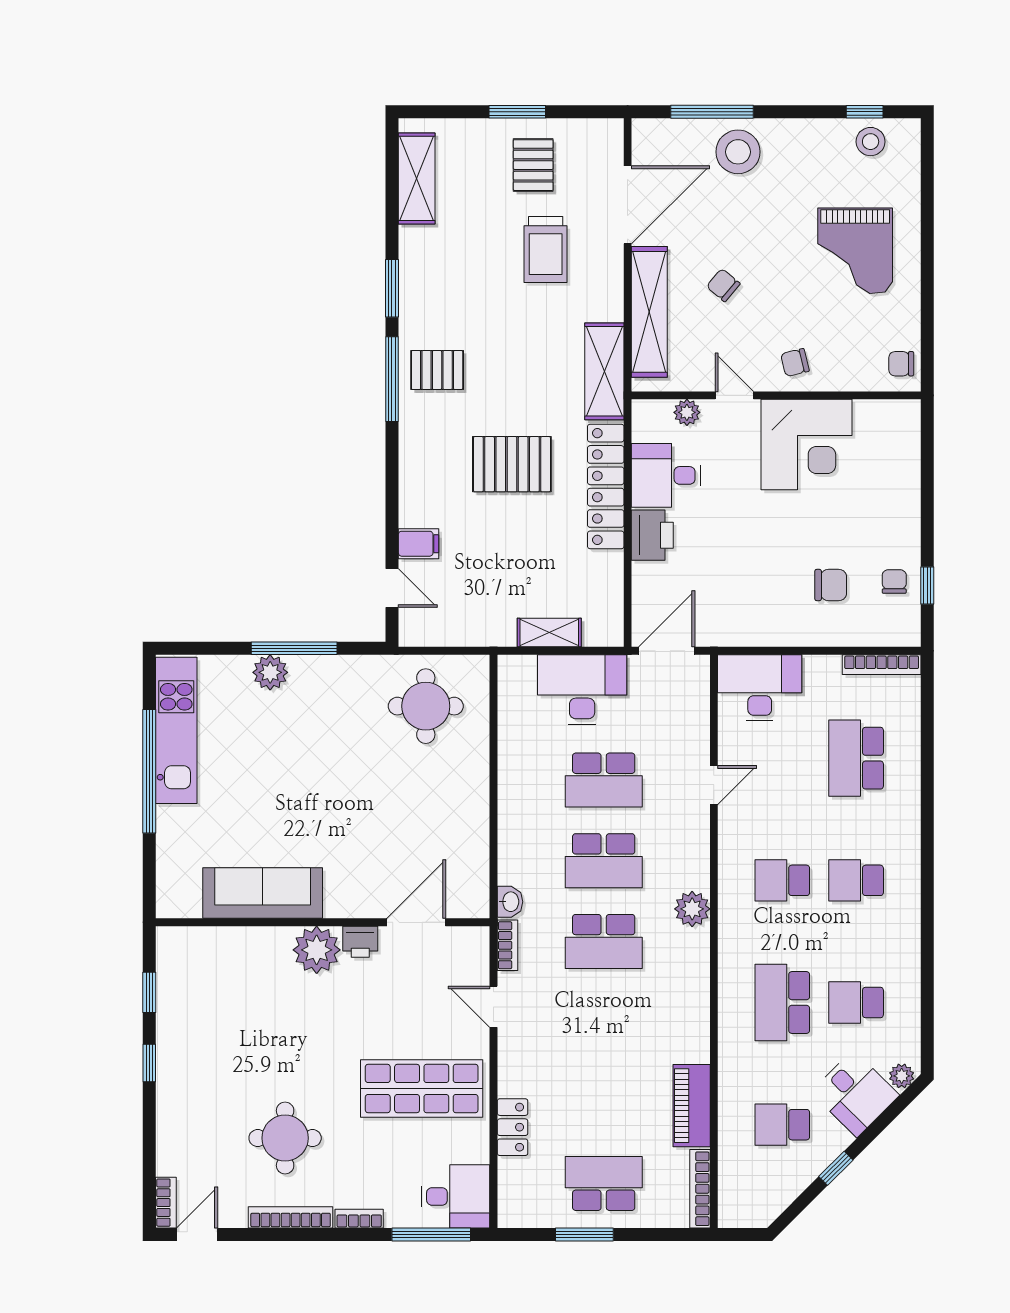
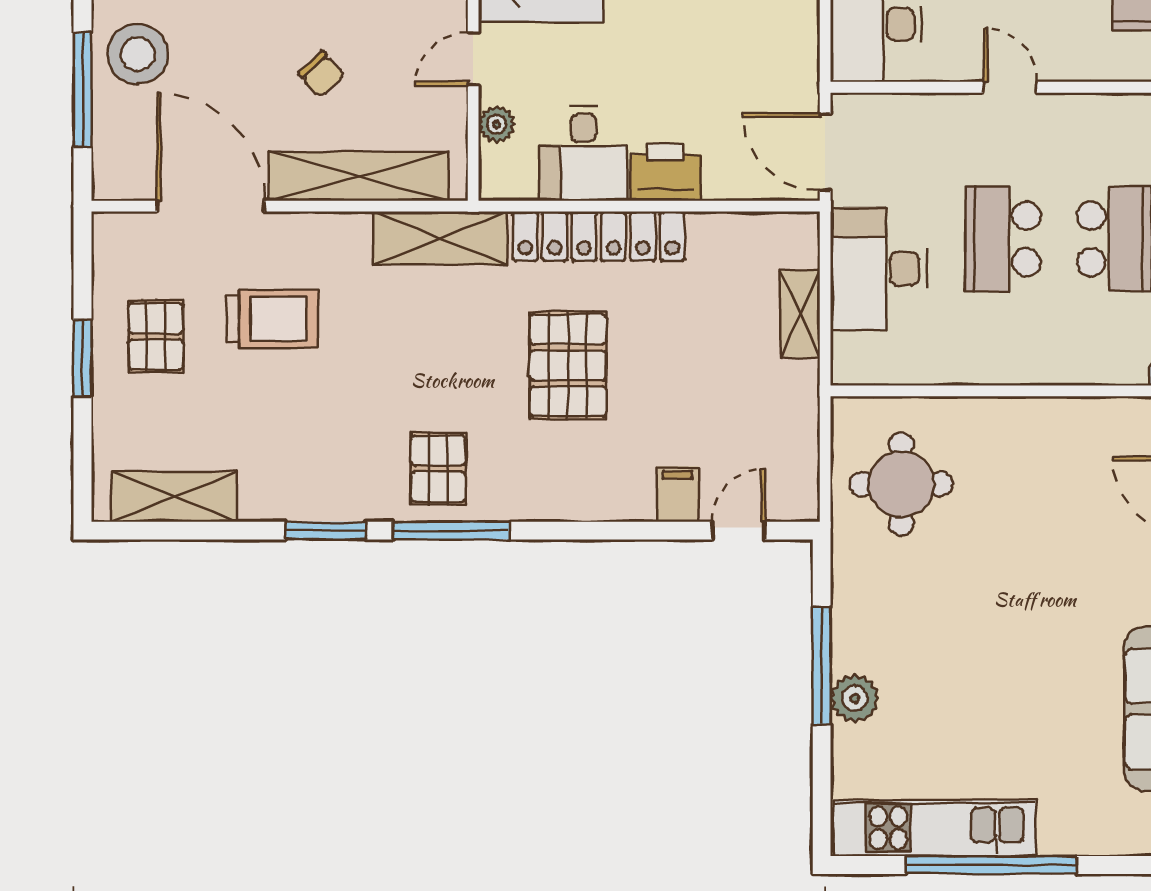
pallet: (533, 165) -> (156, 336), turned 90
chair: (723, 285) -> (321, 74), turned -83
school desk: (604, 780) -> (1003, 239), turned 180

